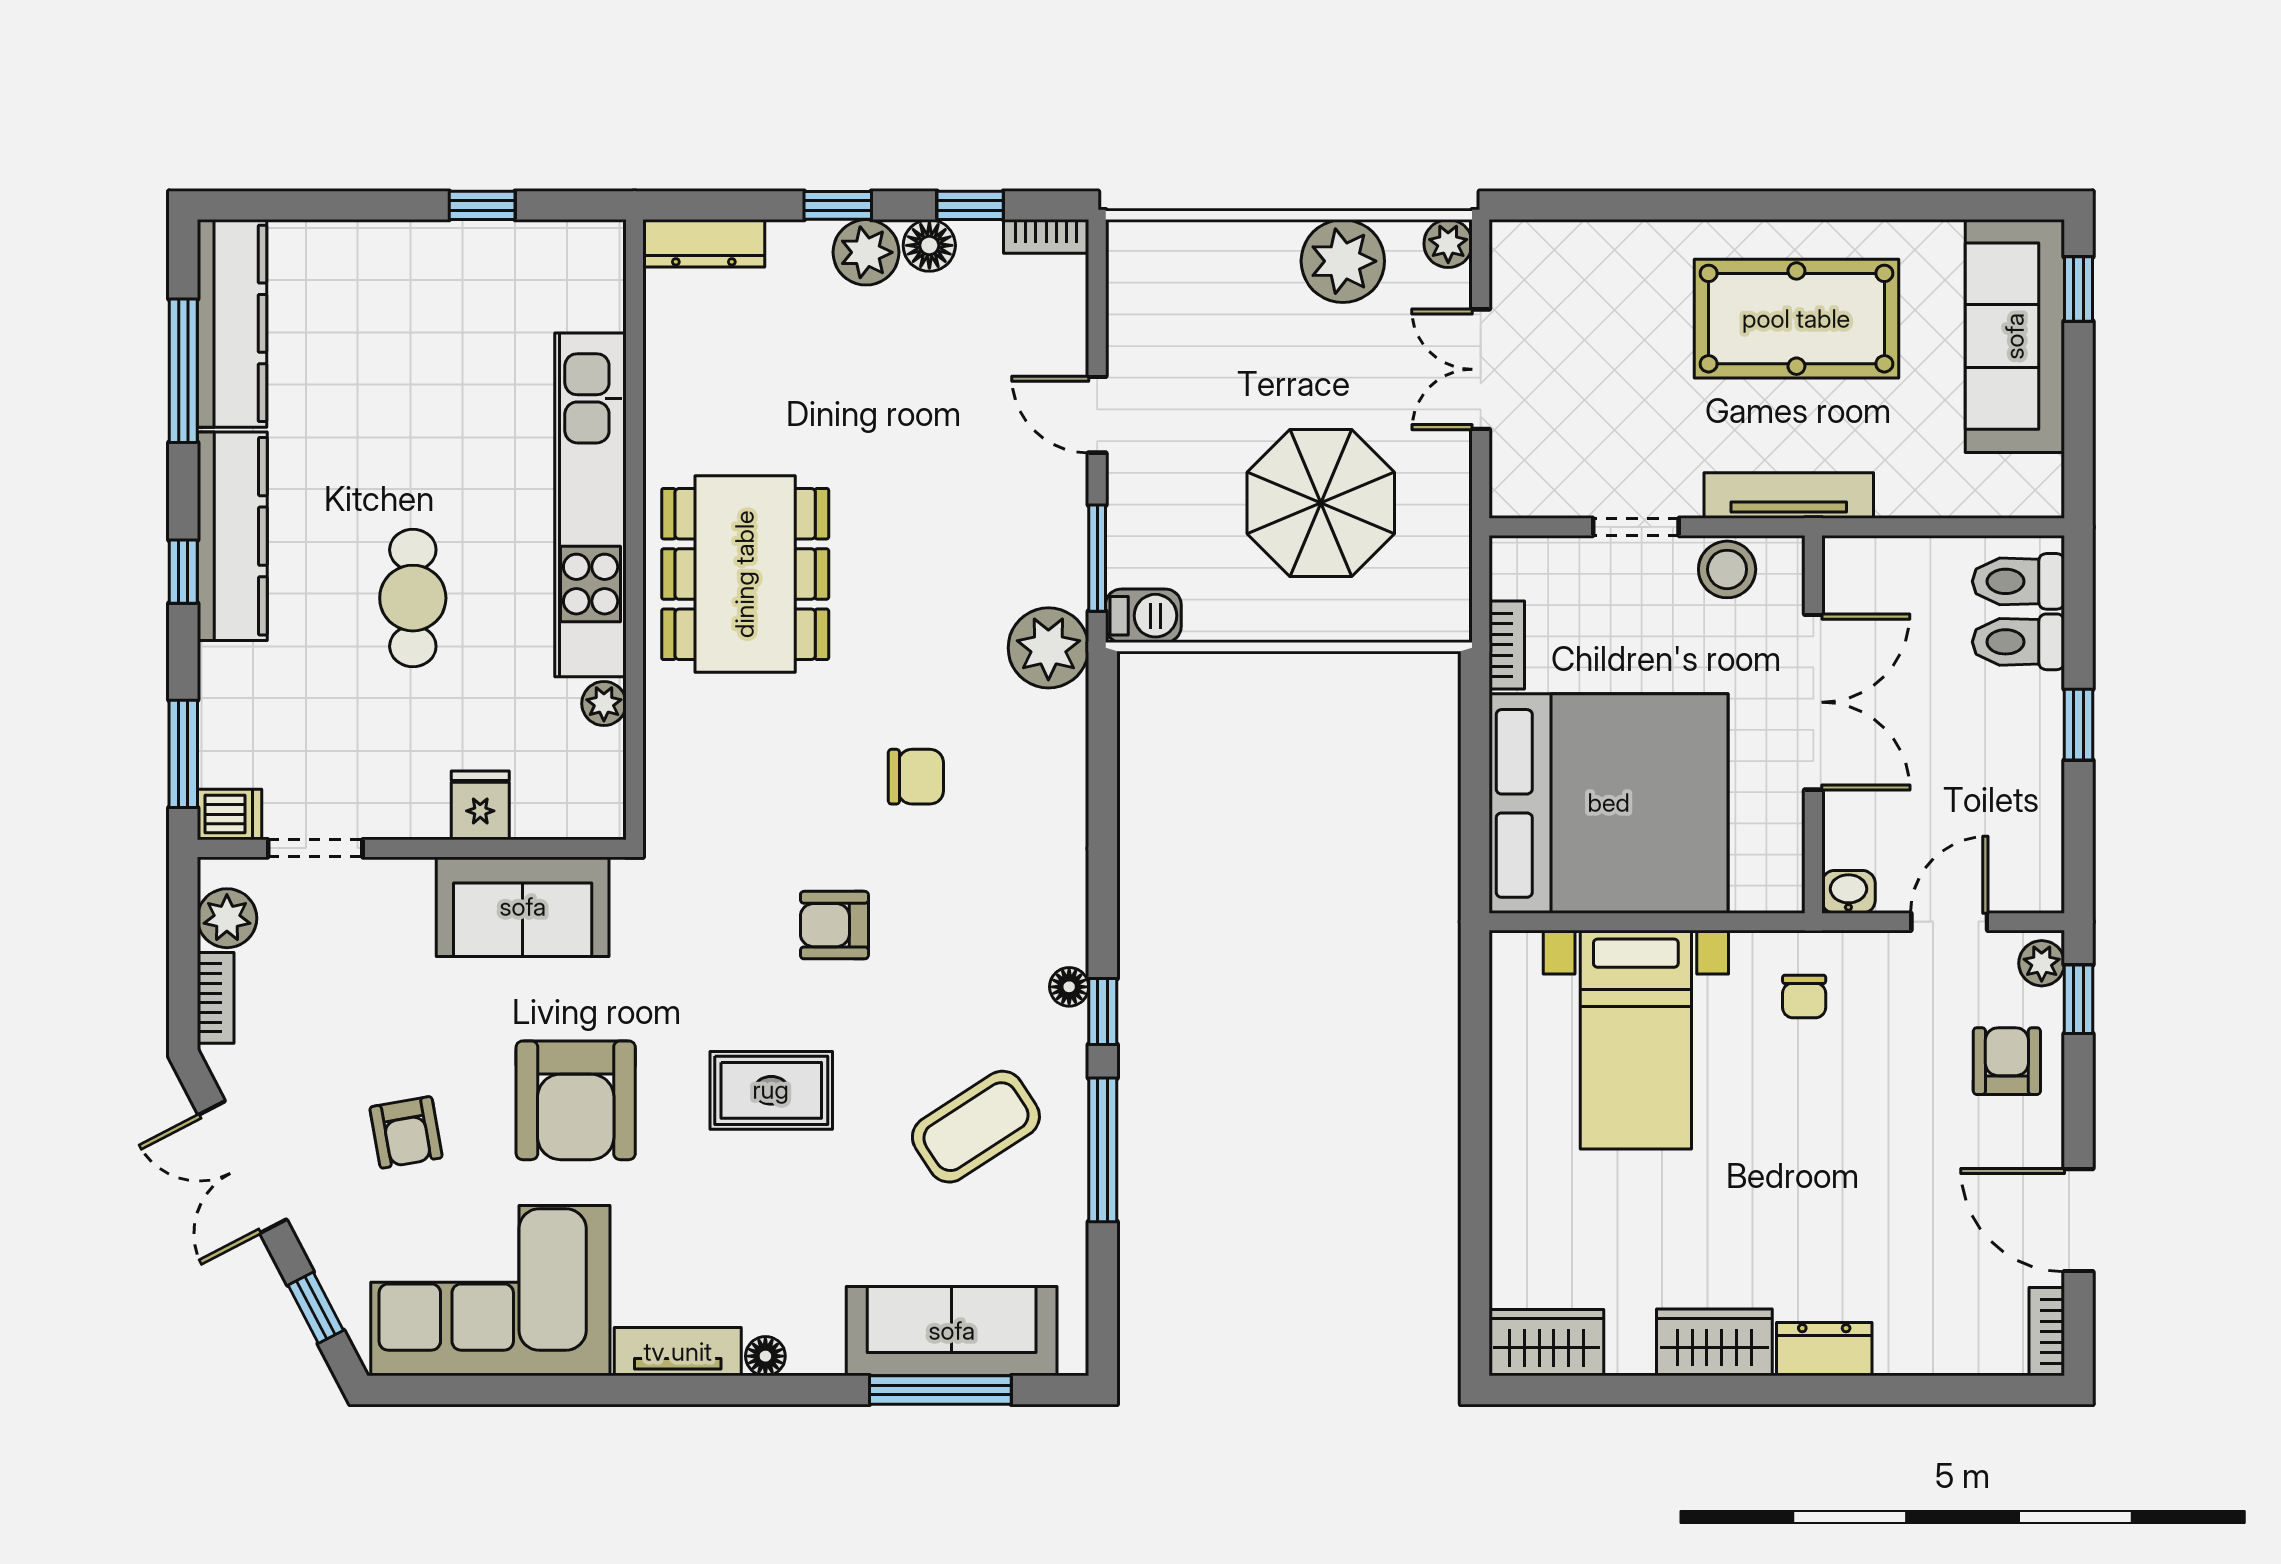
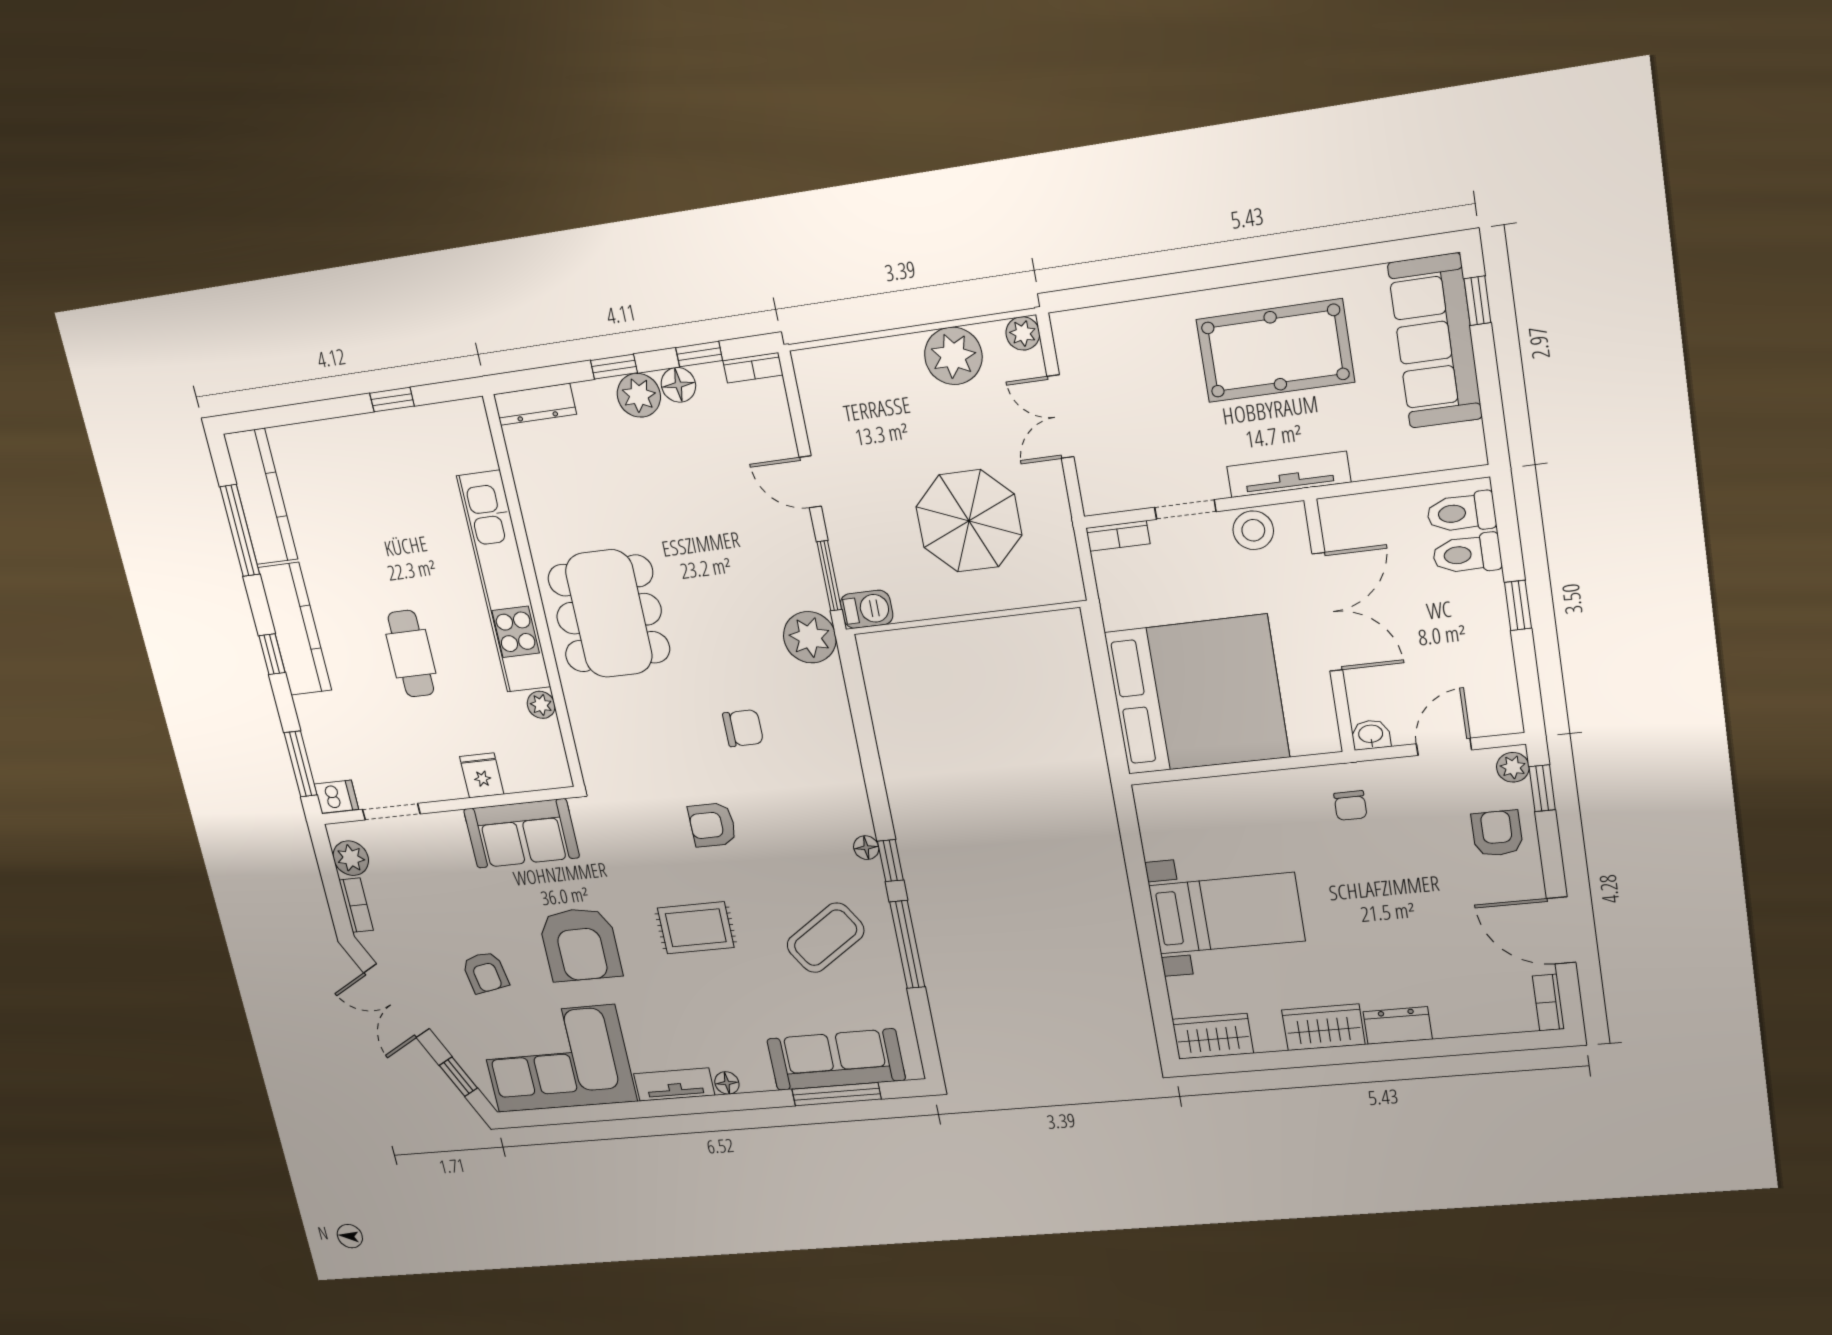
bookcase: (1507, 645) -> (1118, 536), moved, turned 90
bed with nightstands: (1636, 1040) -> (1227, 913), moved, turned -90

